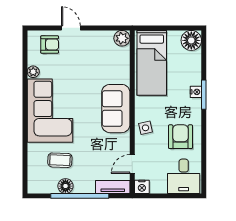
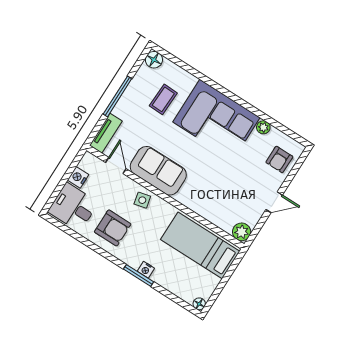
door: (71, 28) -> (274, 202), moved
floor lamp: (191, 40) -> (199, 304), width x0.53, depth x0.53
sofa: (116, 109) -> (158, 171), moved
floor lamp: (65, 186) -> (154, 60), moved
nightstand: (142, 187) -> (78, 177), moved
window: (80, 196) -> (117, 96), width x0.68

